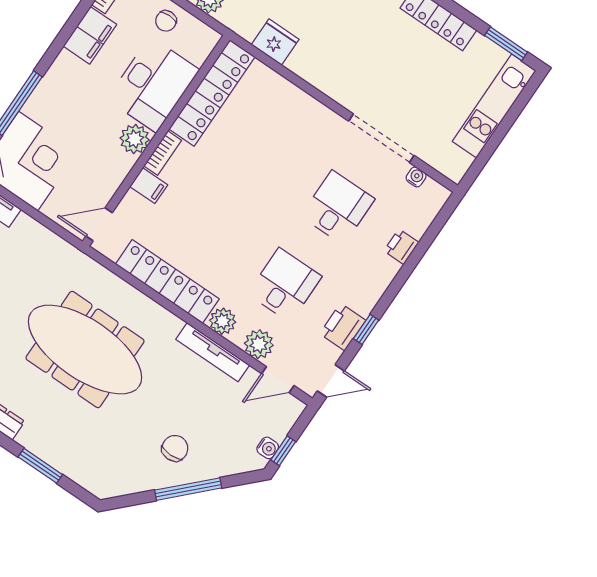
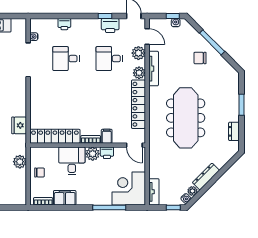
desk: (153, 84) -> (72, 161), width x0.73
printer: (119, 166) -> (107, 153), added

